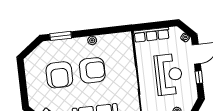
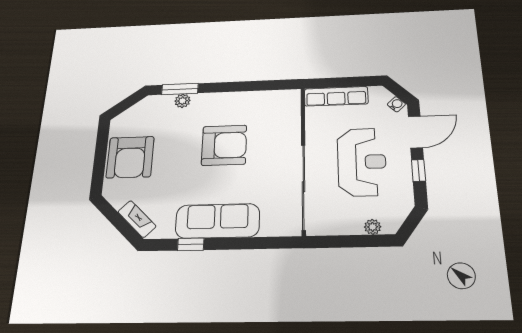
plant: (92, 40) -> (182, 101), moved
armchair: (59, 75) -> (130, 157), moved

